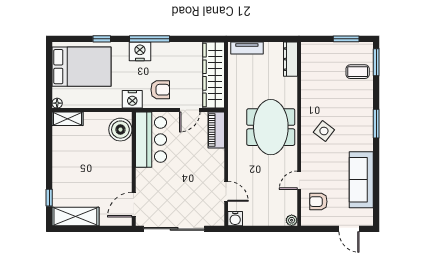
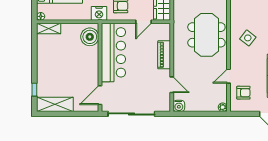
piano: (216, 130) -> (164, 55), moved
bar counter: (151, 140) -> (113, 52), width x1.36
armchair: (318, 202) -> (243, 93), turned 180

